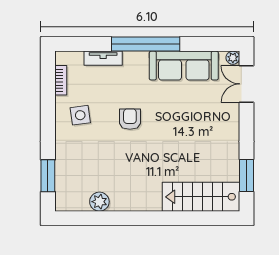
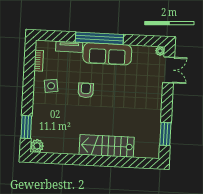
sofa: (184, 66) -> (107, 54), moved
double door: (246, 84) -> (169, 70), swing flipped
stairs: (201, 197) -> (107, 146), moved
plant: (99, 202) -> (37, 146), moved

